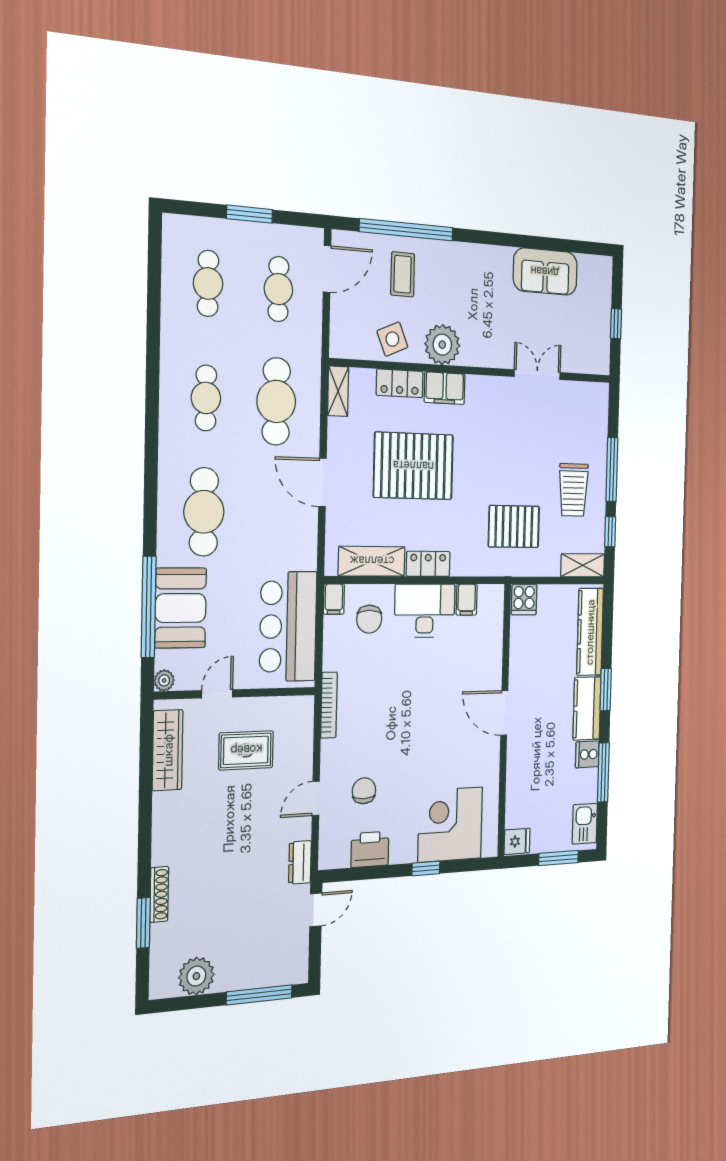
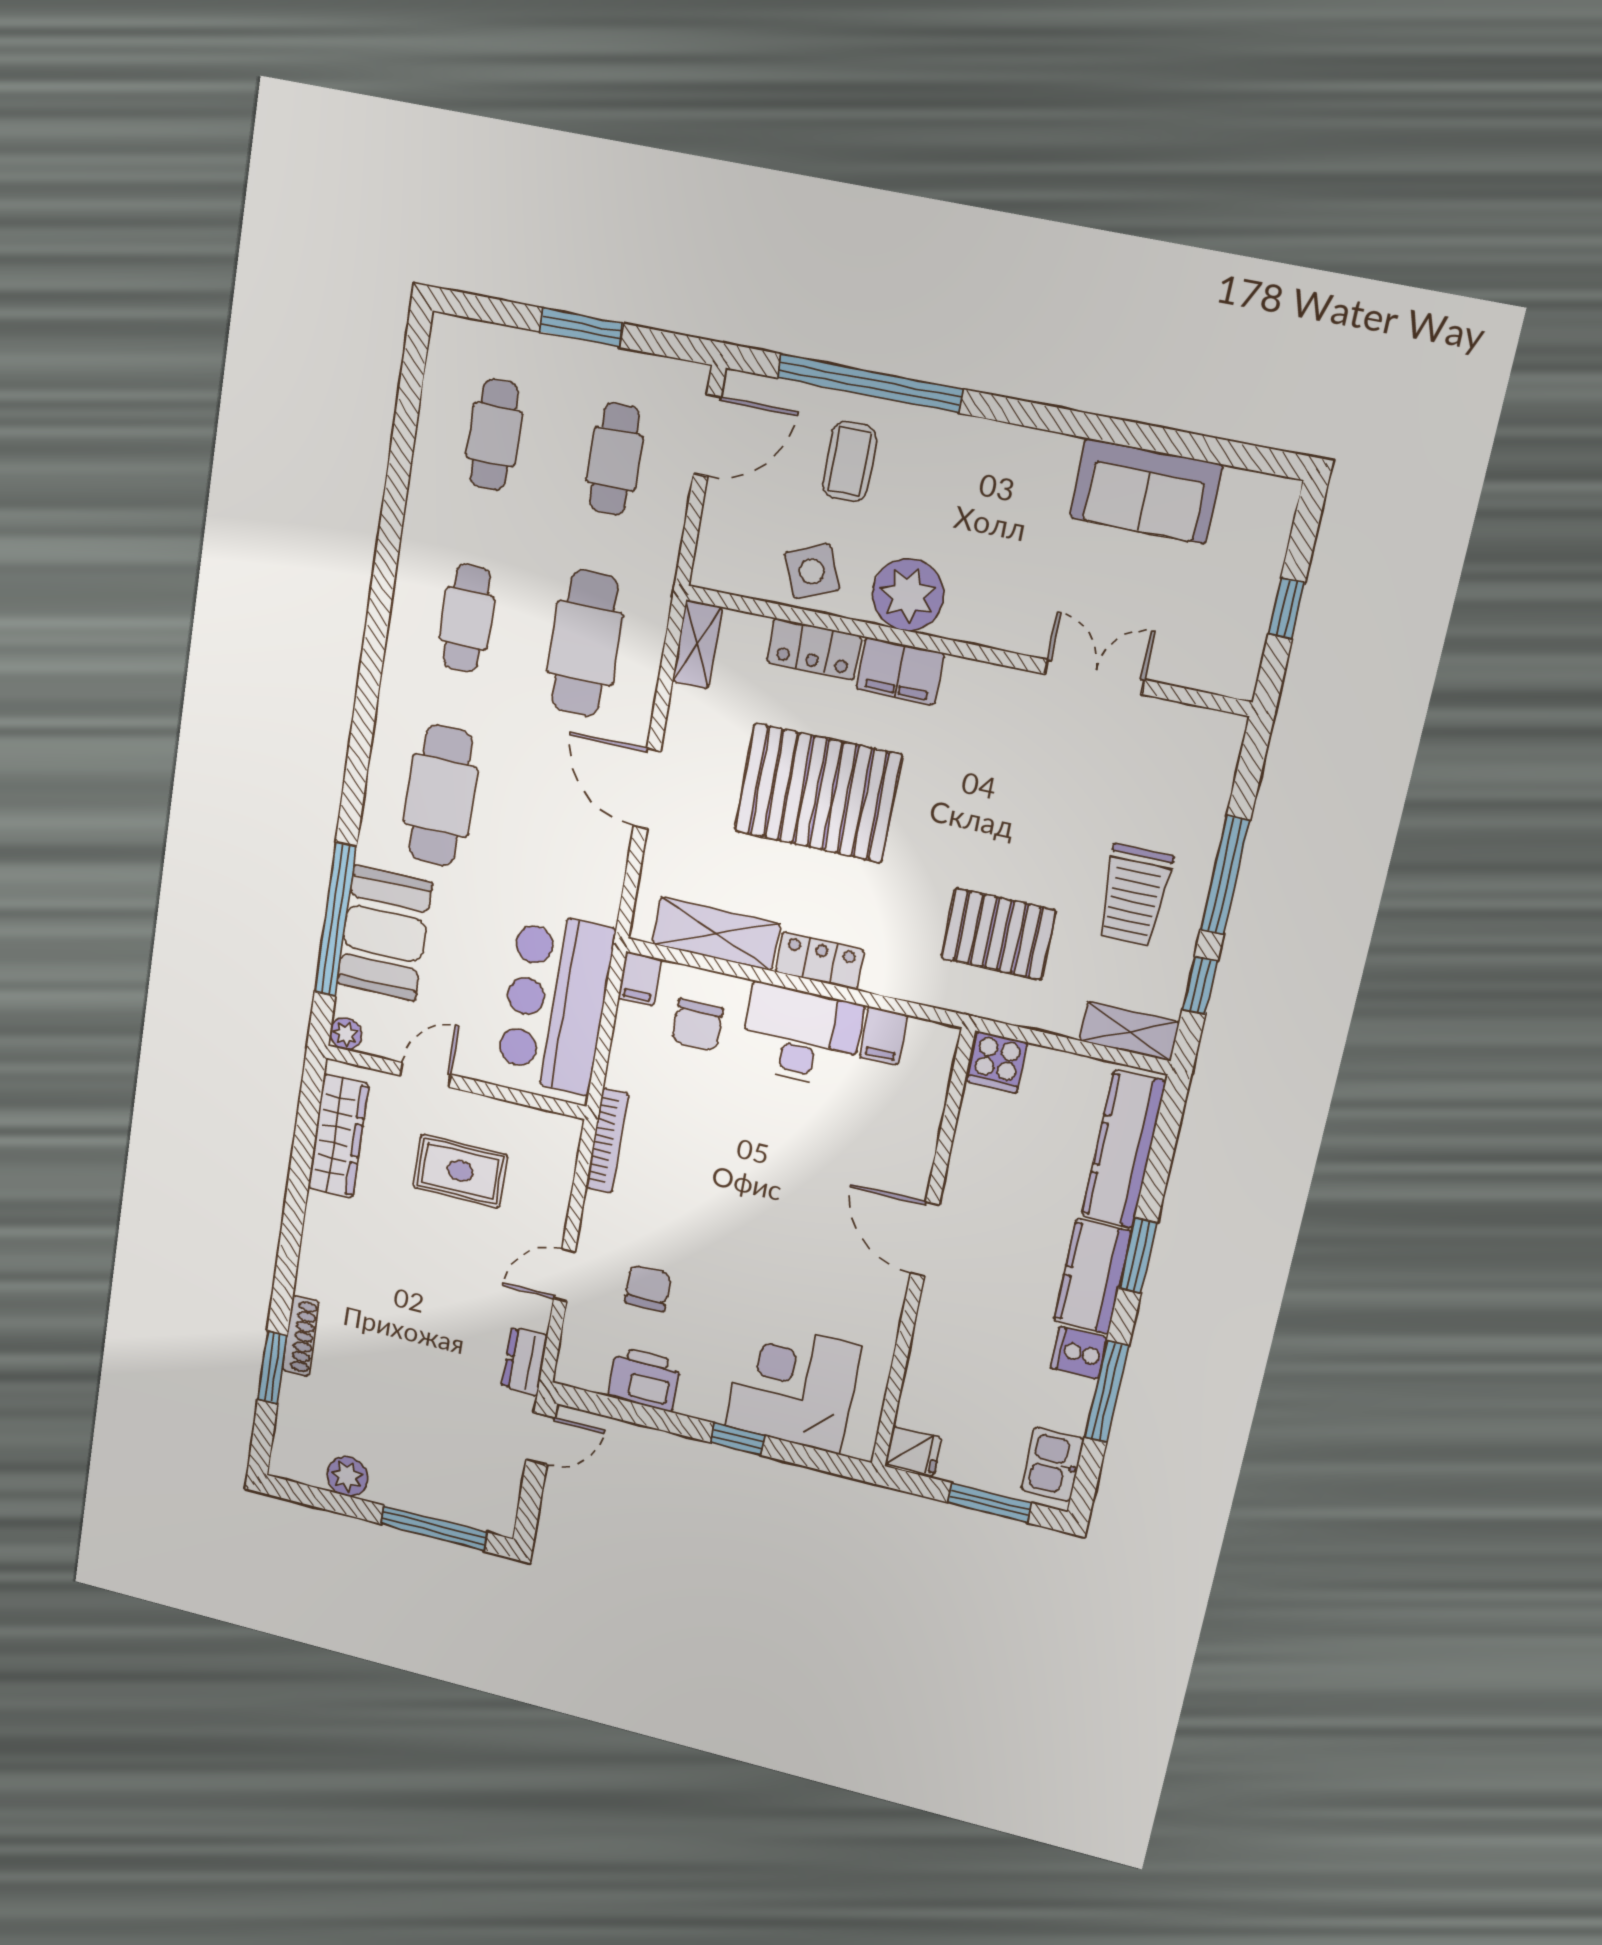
plant: (196, 976) -> (347, 1476), width x0.73, depth x0.73

